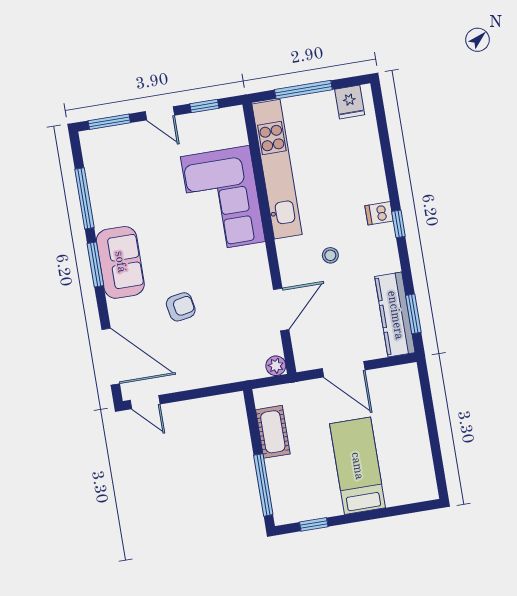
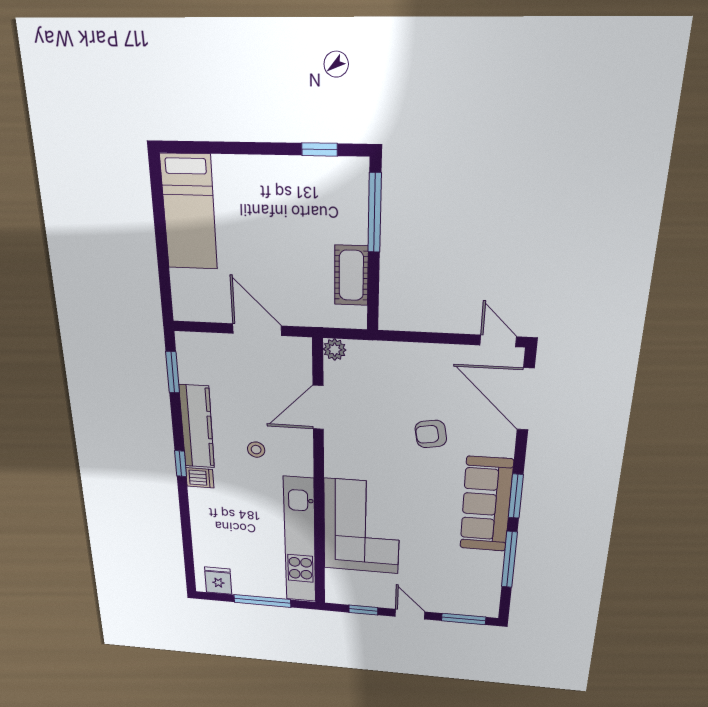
sofa: (120, 262) -> (486, 504), width x1.36
kitchen counter: (395, 315) -> (197, 427), moved
bed: (357, 466) -> (189, 212), moved

